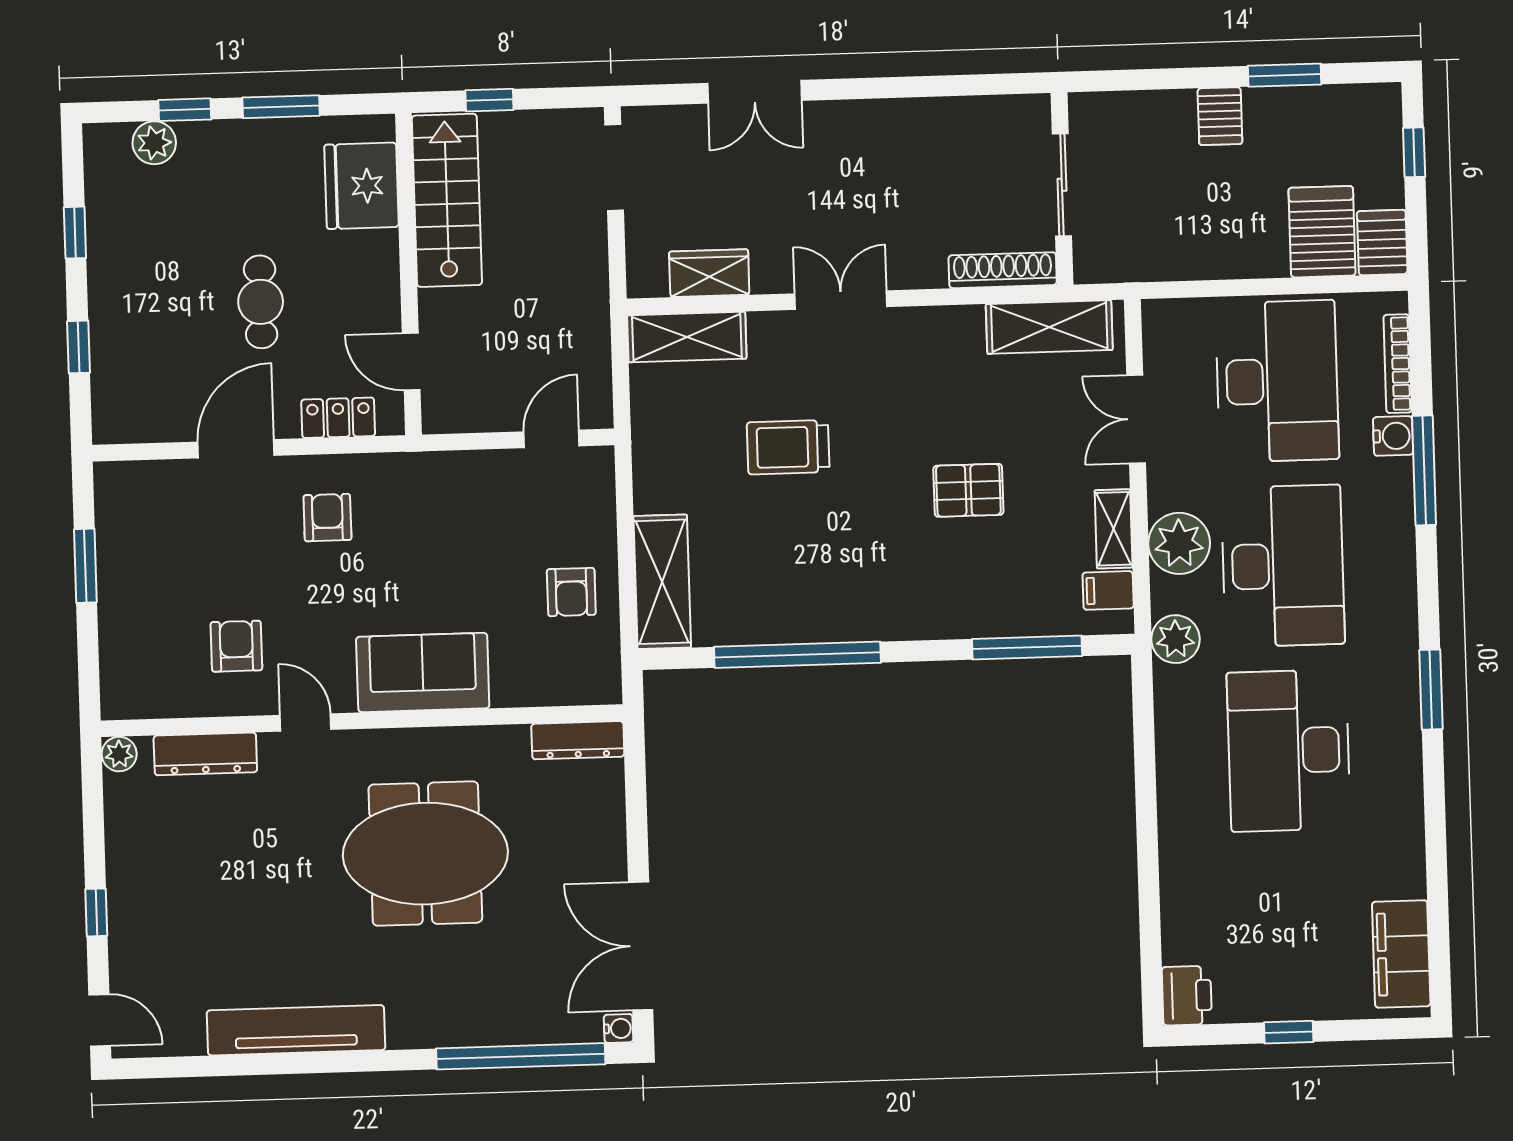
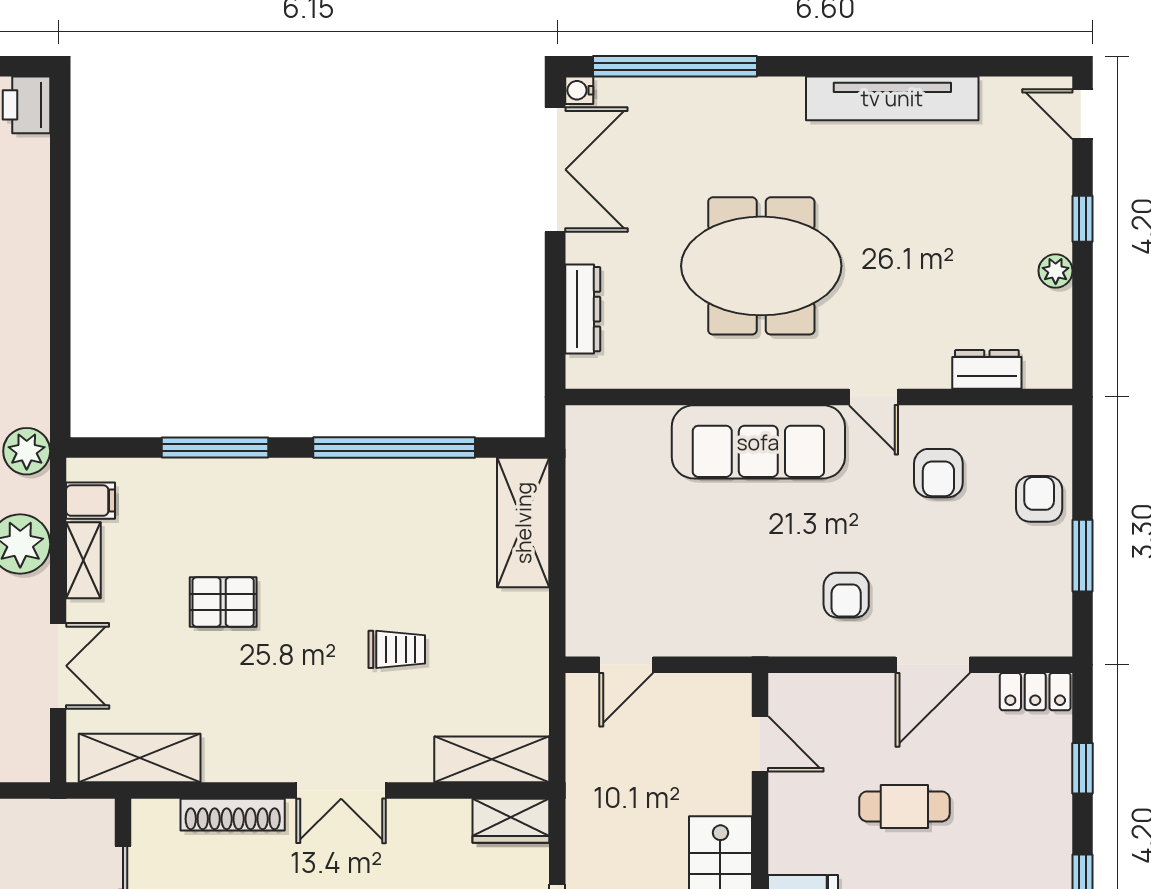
shoe rack: (1003, 270) -> (233, 815), moved
wardrobe: (709, 273) -> (511, 821), moved
cafe table: (261, 302) -> (904, 806), turned 90
locker: (338, 418) -> (1035, 692), moved
trolley: (788, 447) -> (397, 649), width x0.73, depth x0.72
armchair: (571, 592) -> (1039, 499), moved
window: (1027, 647) -> (215, 448), moved
sofa: (423, 672) -> (758, 442), width x1.36
dresser: (578, 740) -> (583, 309), moved, turned 90
plant: (119, 754) -> (1056, 271), moved
dresser: (205, 754) -> (987, 369), width x0.70

